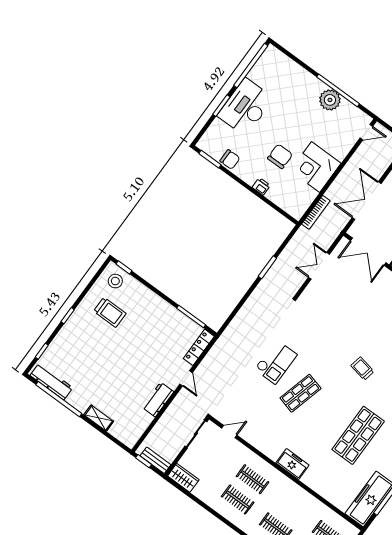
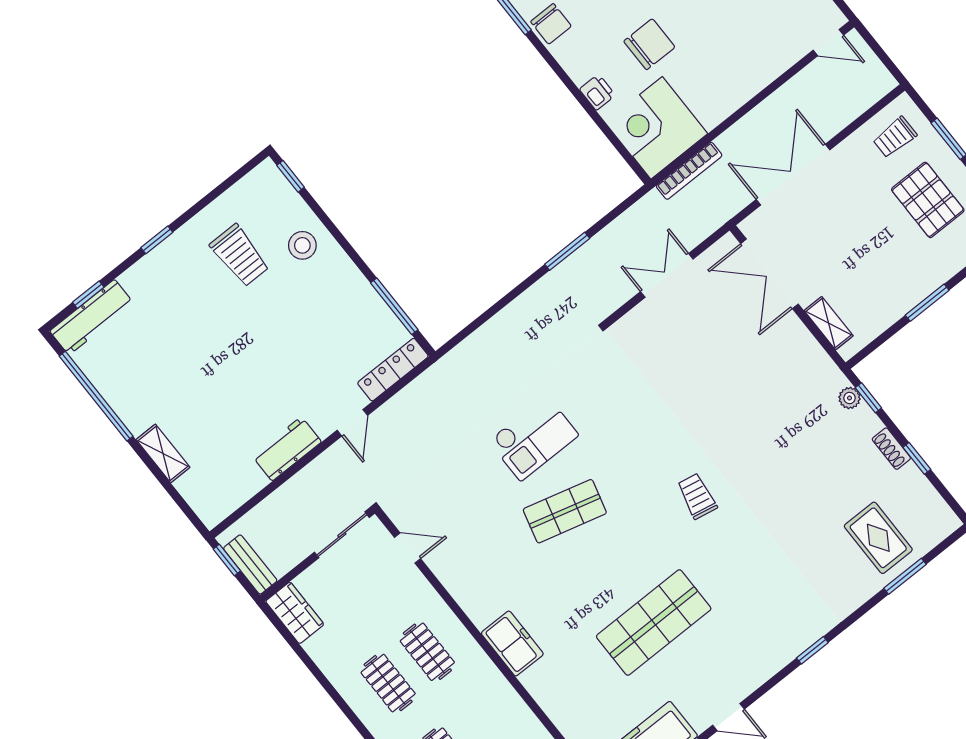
corner desk: (316, 167) -> (657, 128), moved
stool: (115, 281) -> (302, 245), moved
workbench: (51, 381) -> (92, 317), moved, turned 90

